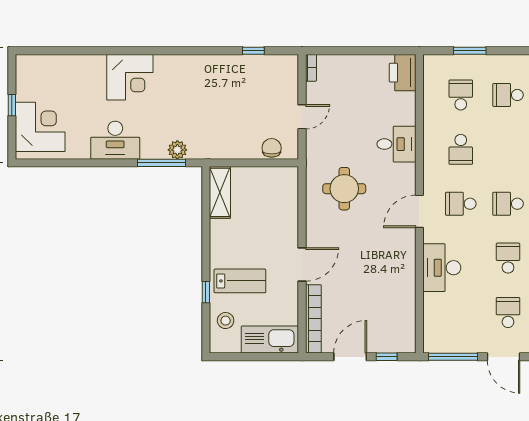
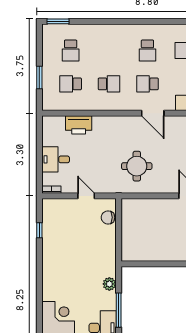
printer: (403, 73) -> (79, 125), moved
desk: (396, 144) -> (56, 159), moved, turned -90
window: (161, 163) -> (119, 310), moved
shelving: (220, 192) -> (139, 254), removed
school desk: (461, 204) -> (147, 84), turned 90

